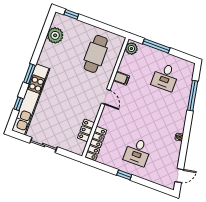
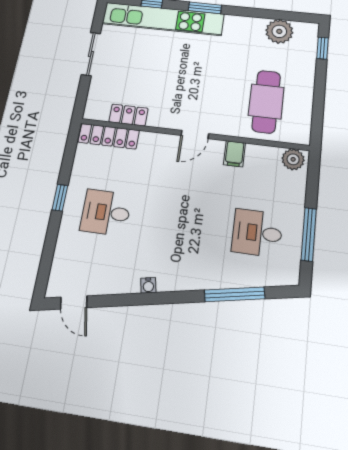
window: (156, 46) -> (309, 234), moved
cafe table: (96, 54) -> (266, 101), turned 90

